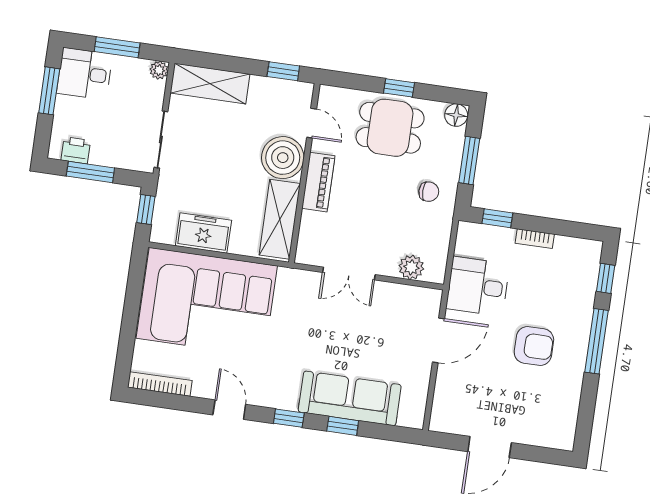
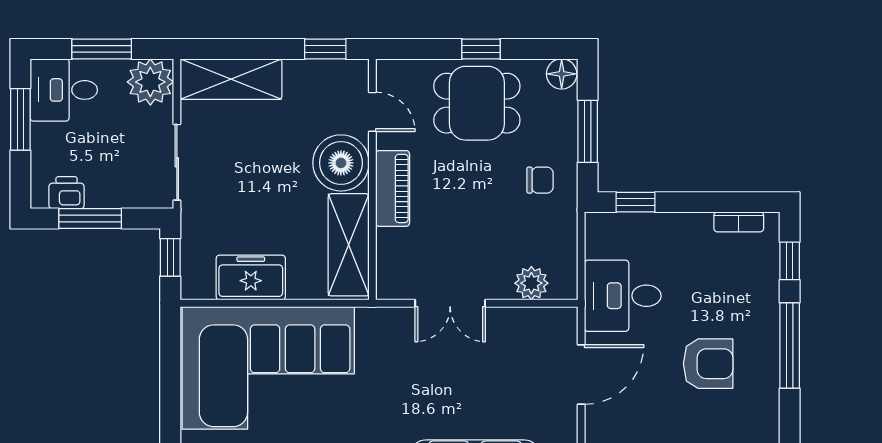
plant: (159, 70) -> (150, 82), width x1.88, depth x1.88
bookcase: (535, 239) -> (739, 222), moved

